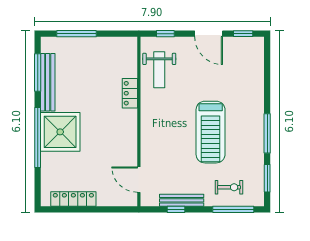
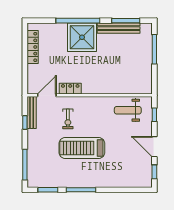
door: (209, 34) -> (154, 147), hinge flipped
locker: (130, 93) -> (70, 89), moved
exercise bike: (229, 187) -> (68, 119), moved
bench: (182, 200) -> (32, 113), moved

